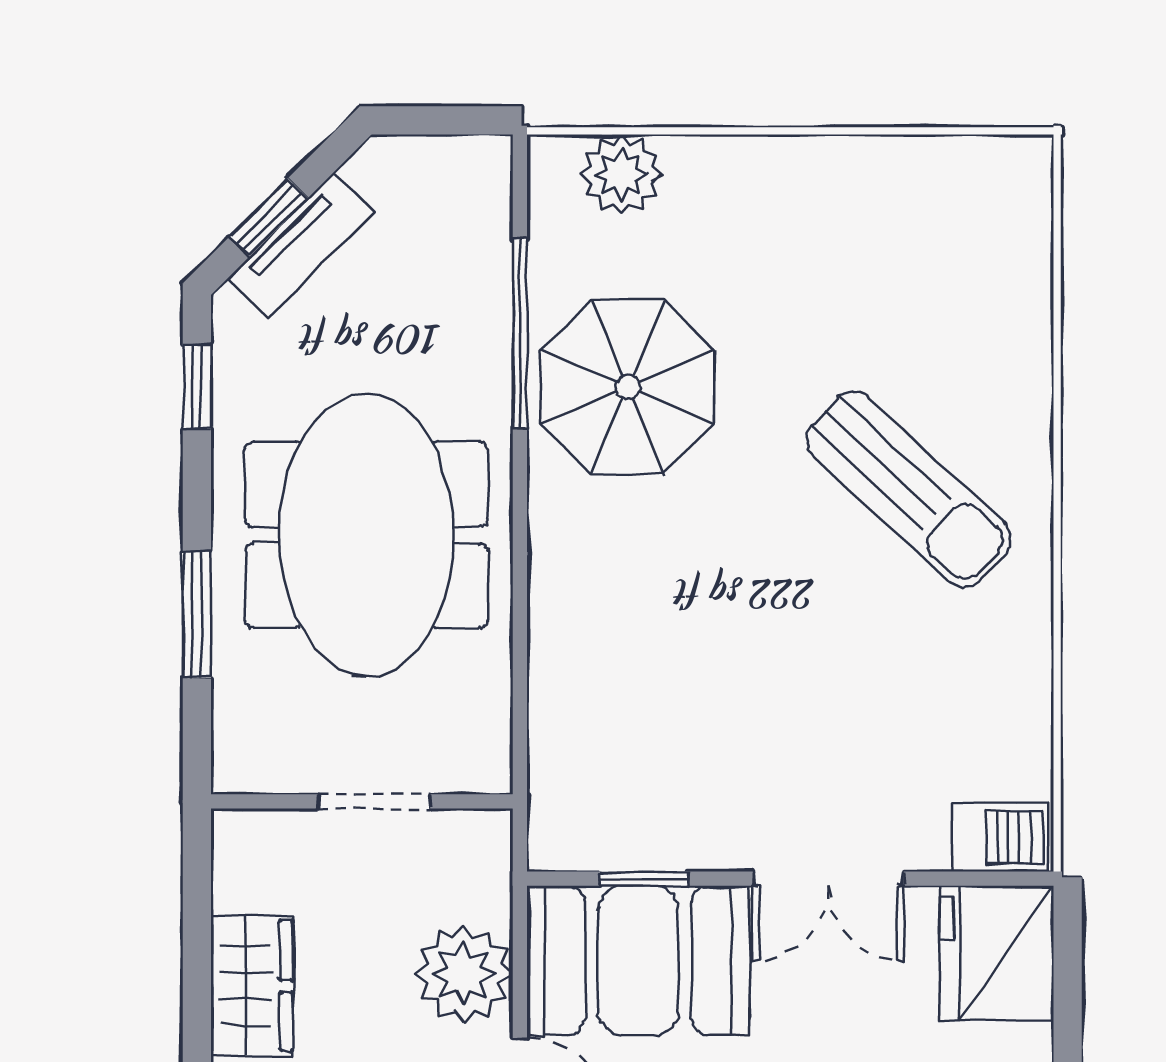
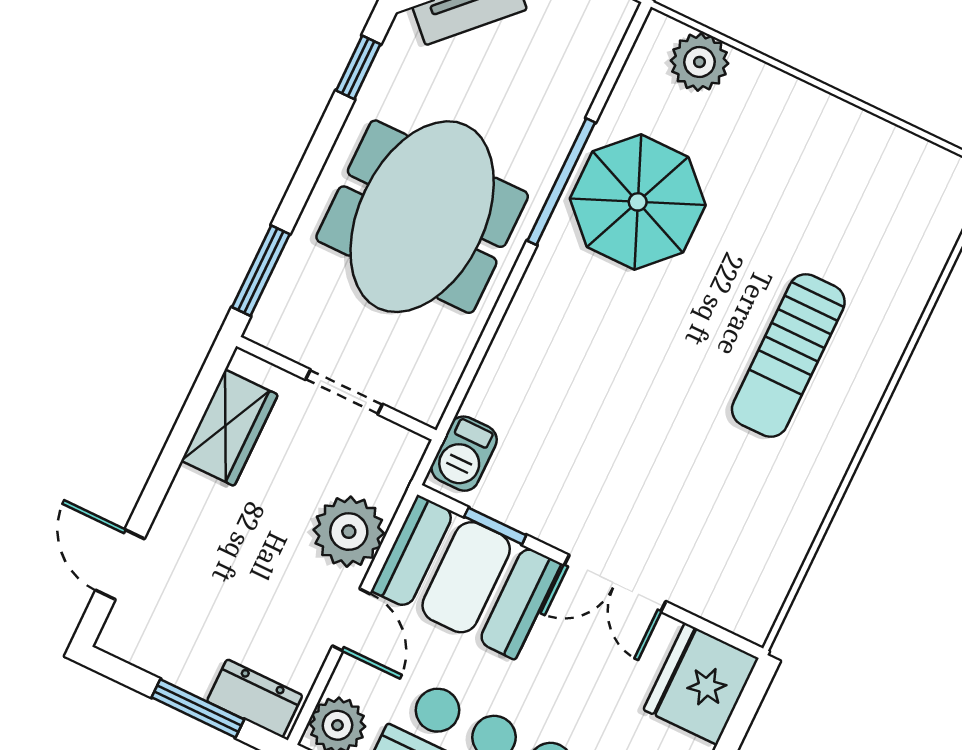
window: (520, 333) -> (561, 182), moved
sun lounger: (909, 489) -> (788, 355), turned 47
window: (197, 614) -> (261, 271), moved
barbecue: (1000, 837) -> (464, 454), moved, turned 90
wardrobe: (252, 986) -> (230, 428), moved

